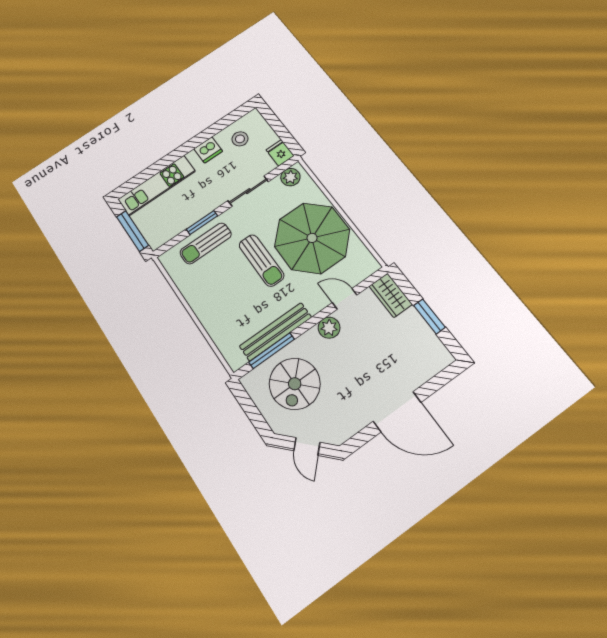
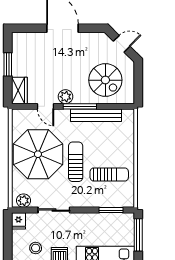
window: (202, 223) -> (111, 210), moved
sun lounger: (206, 243) -> (109, 174), moved
window: (272, 351) -> (80, 106), moved
spiral stairs: (295, 384) -> (105, 80), turned 90
door: (307, 446) -> (122, 44), hinge flipped

